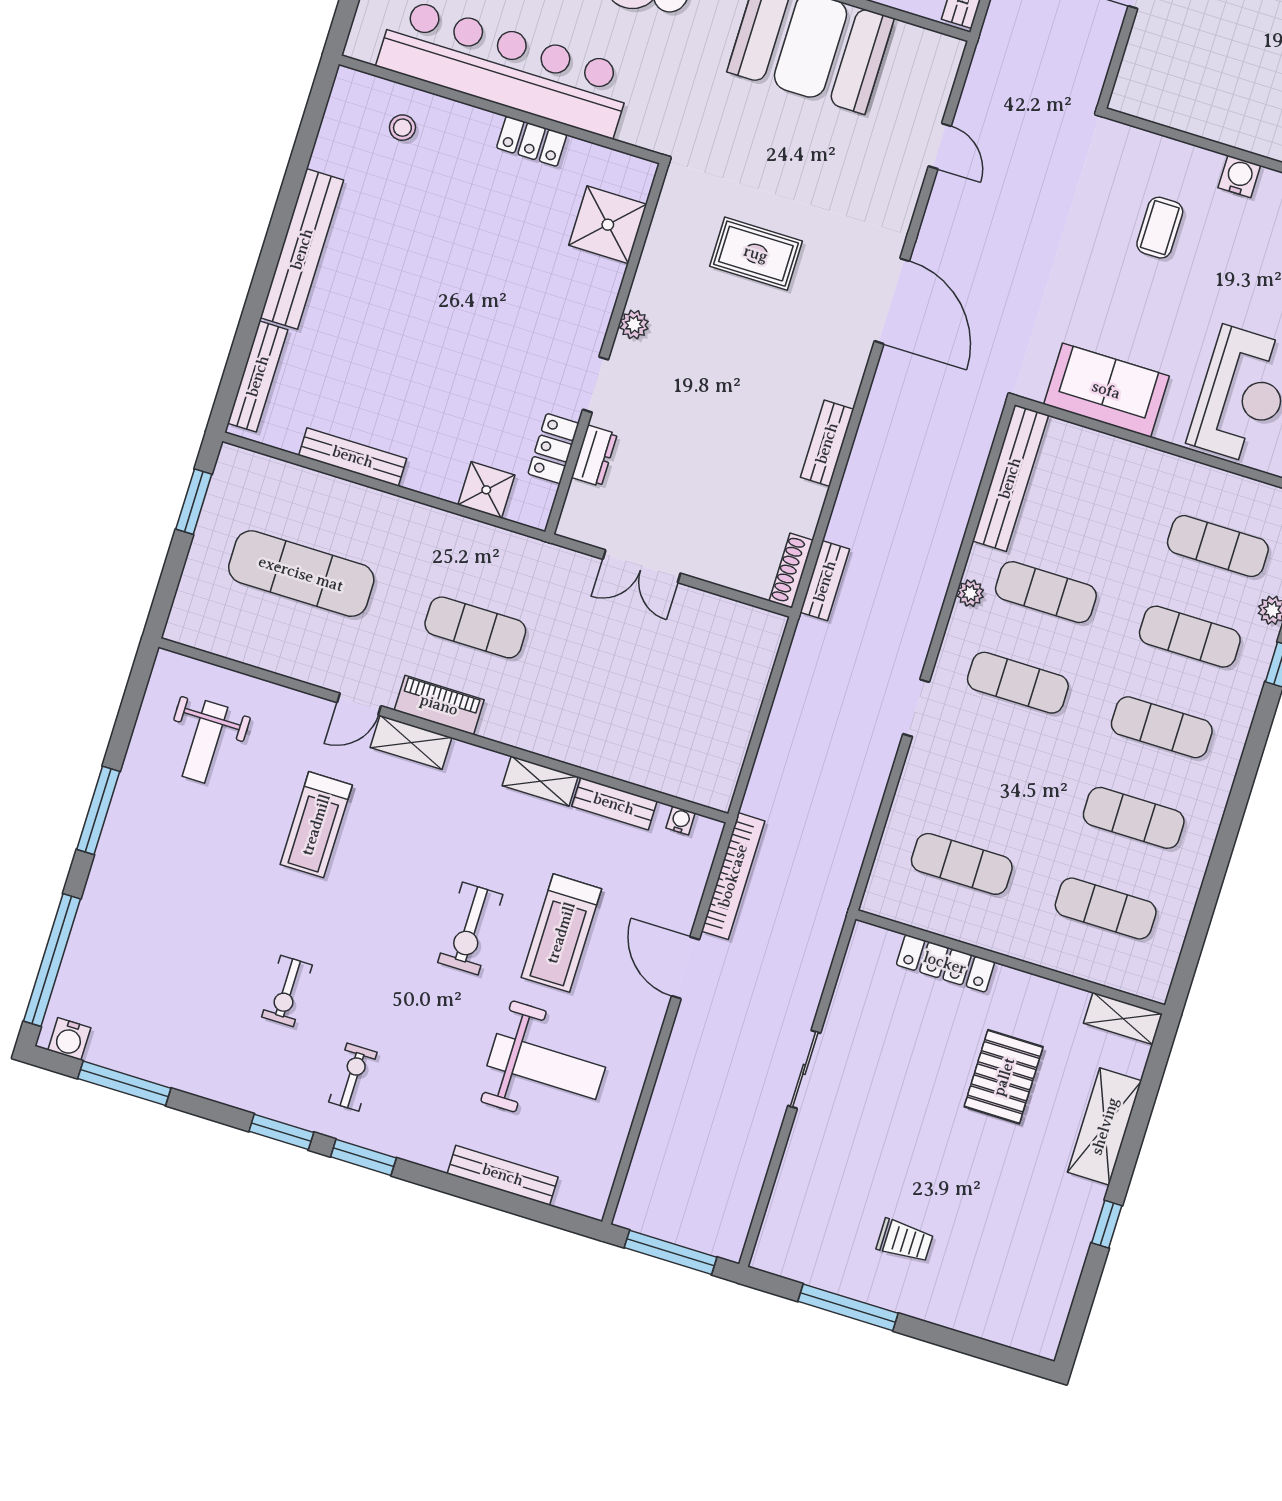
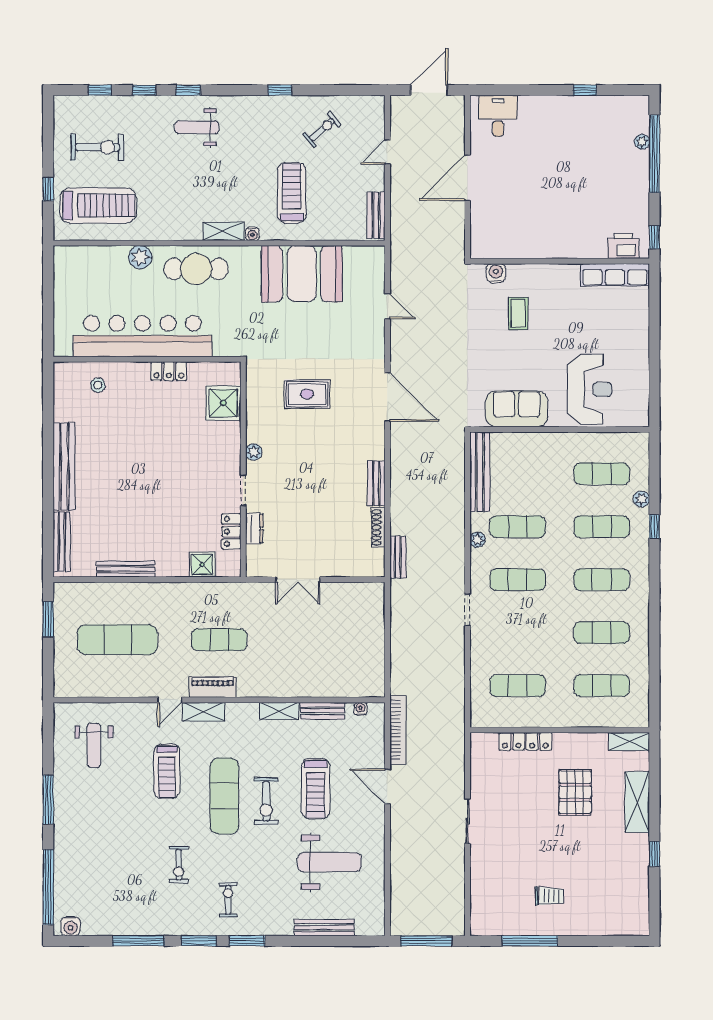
water cooler: (1239, 176) -> (496, 273), moved
shoe rack: (791, 571) -> (378, 527), moved
exercise mat: (402, 898) -> (224, 796), added
window: (124, 1083) -> (138, 941), moved

